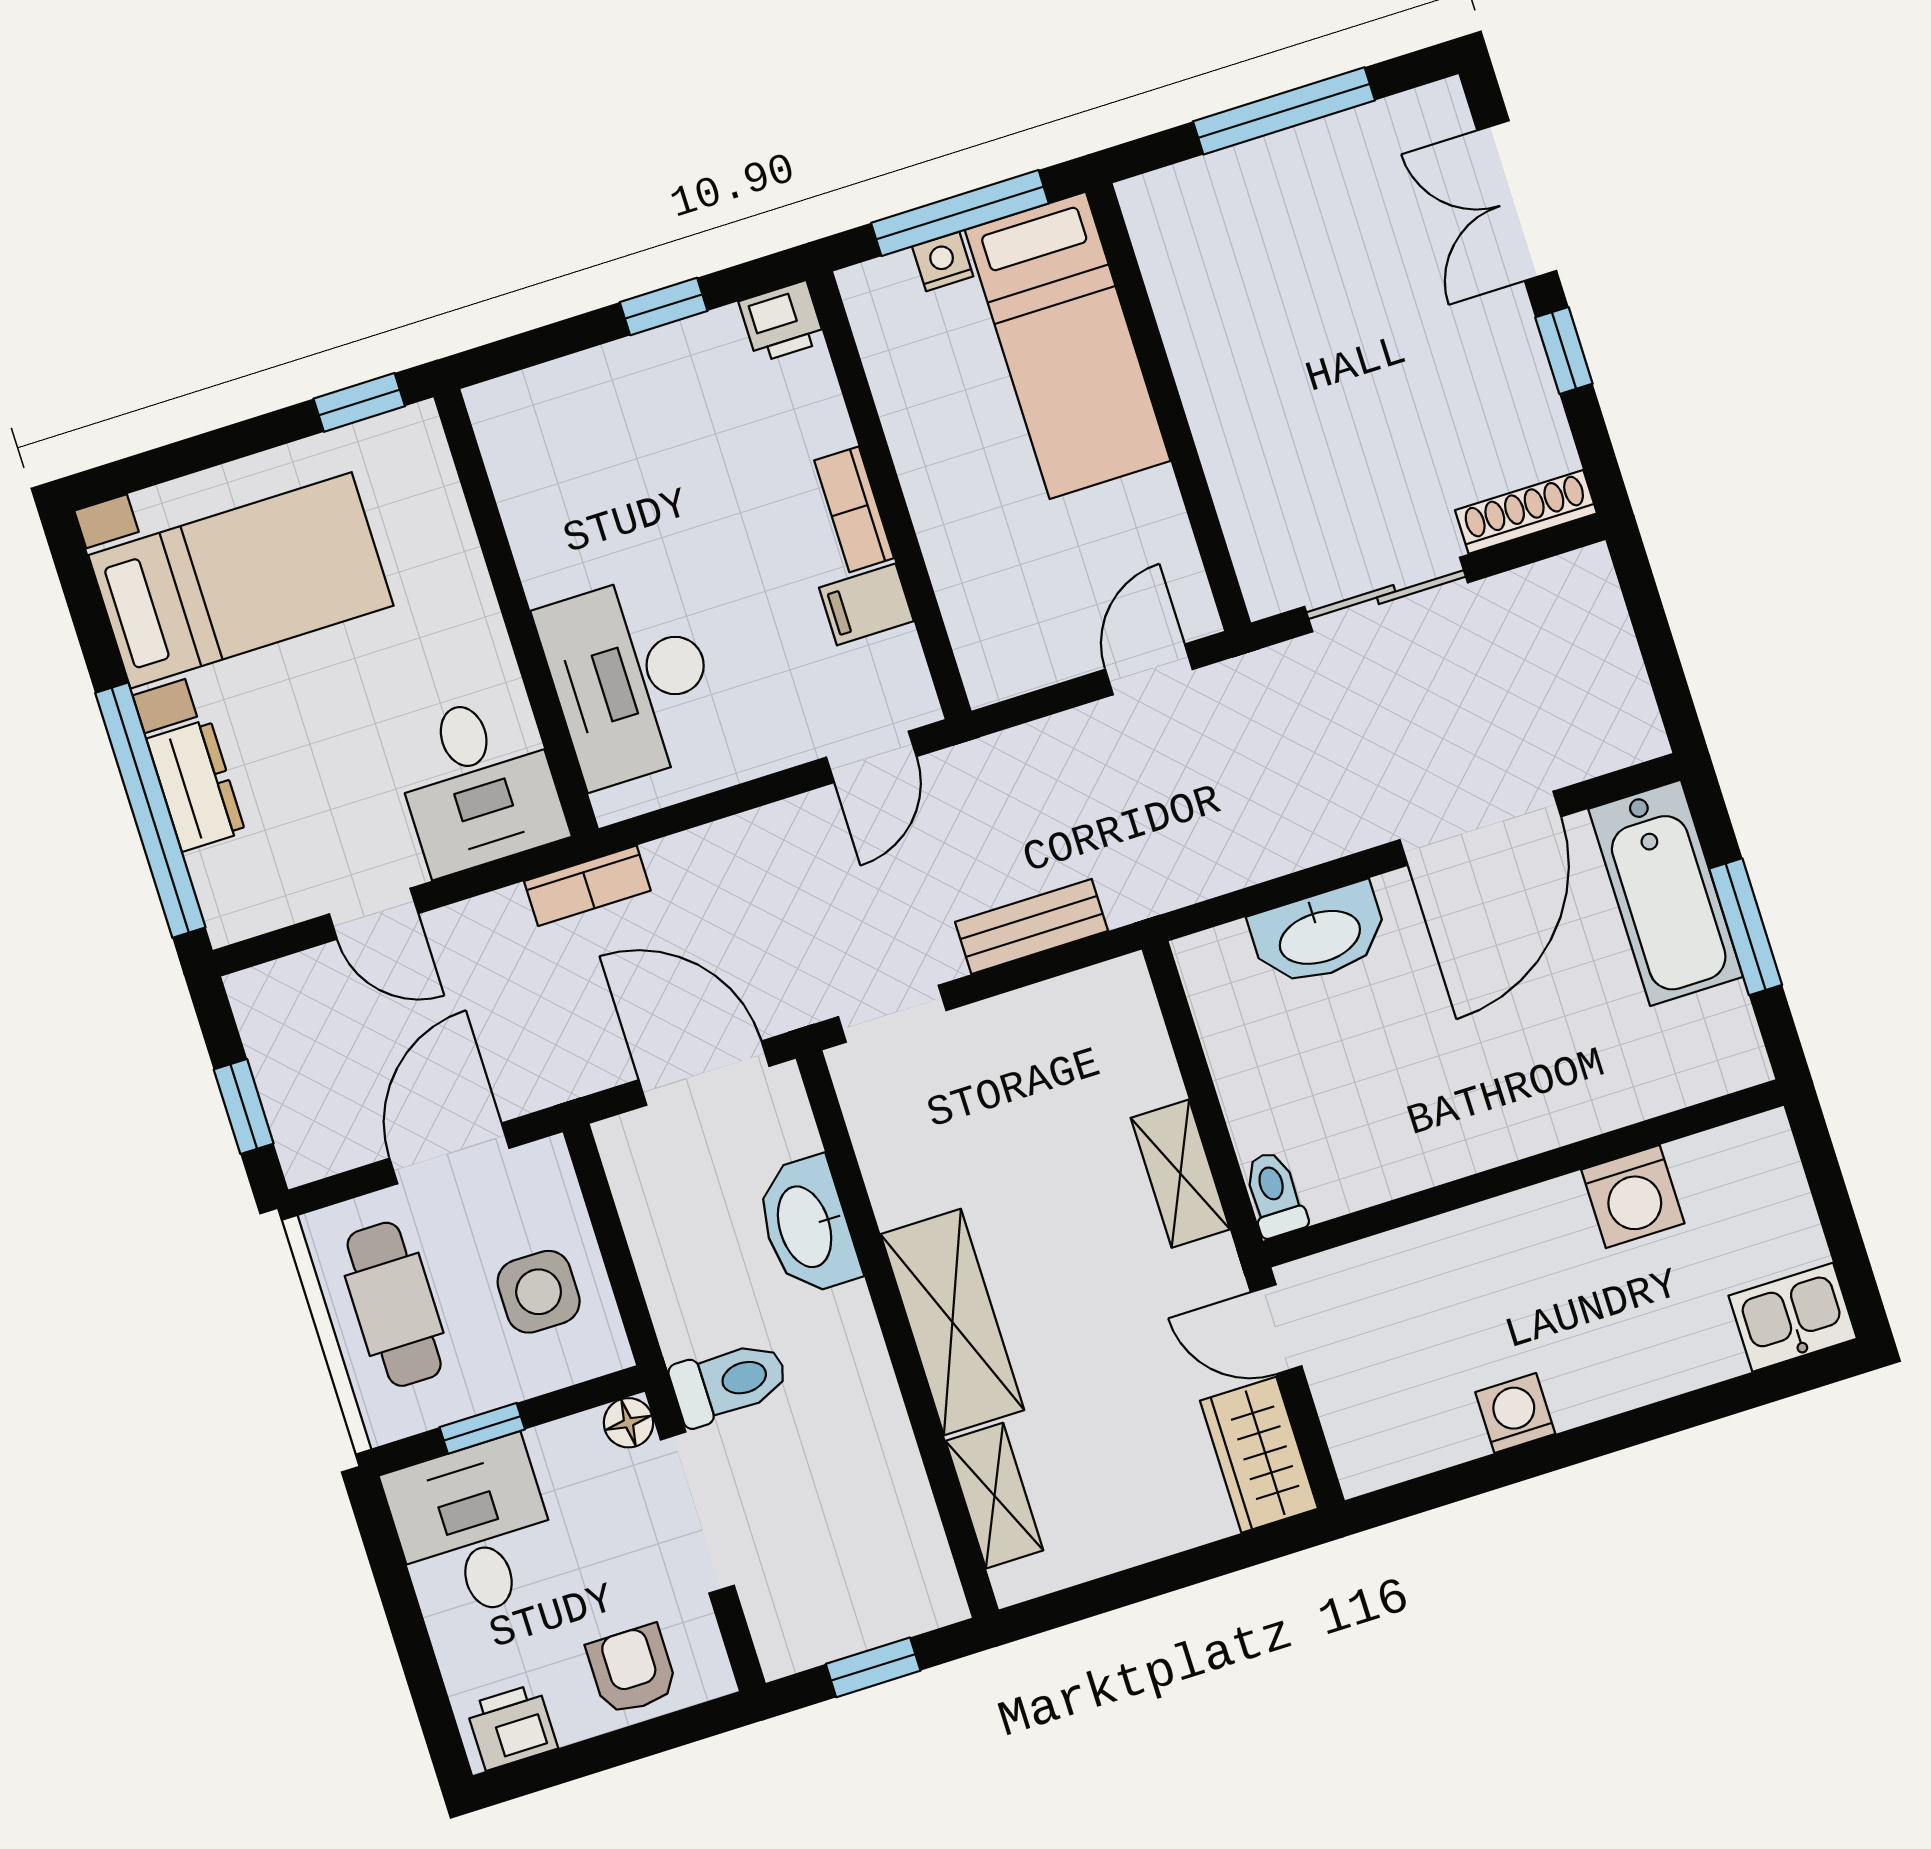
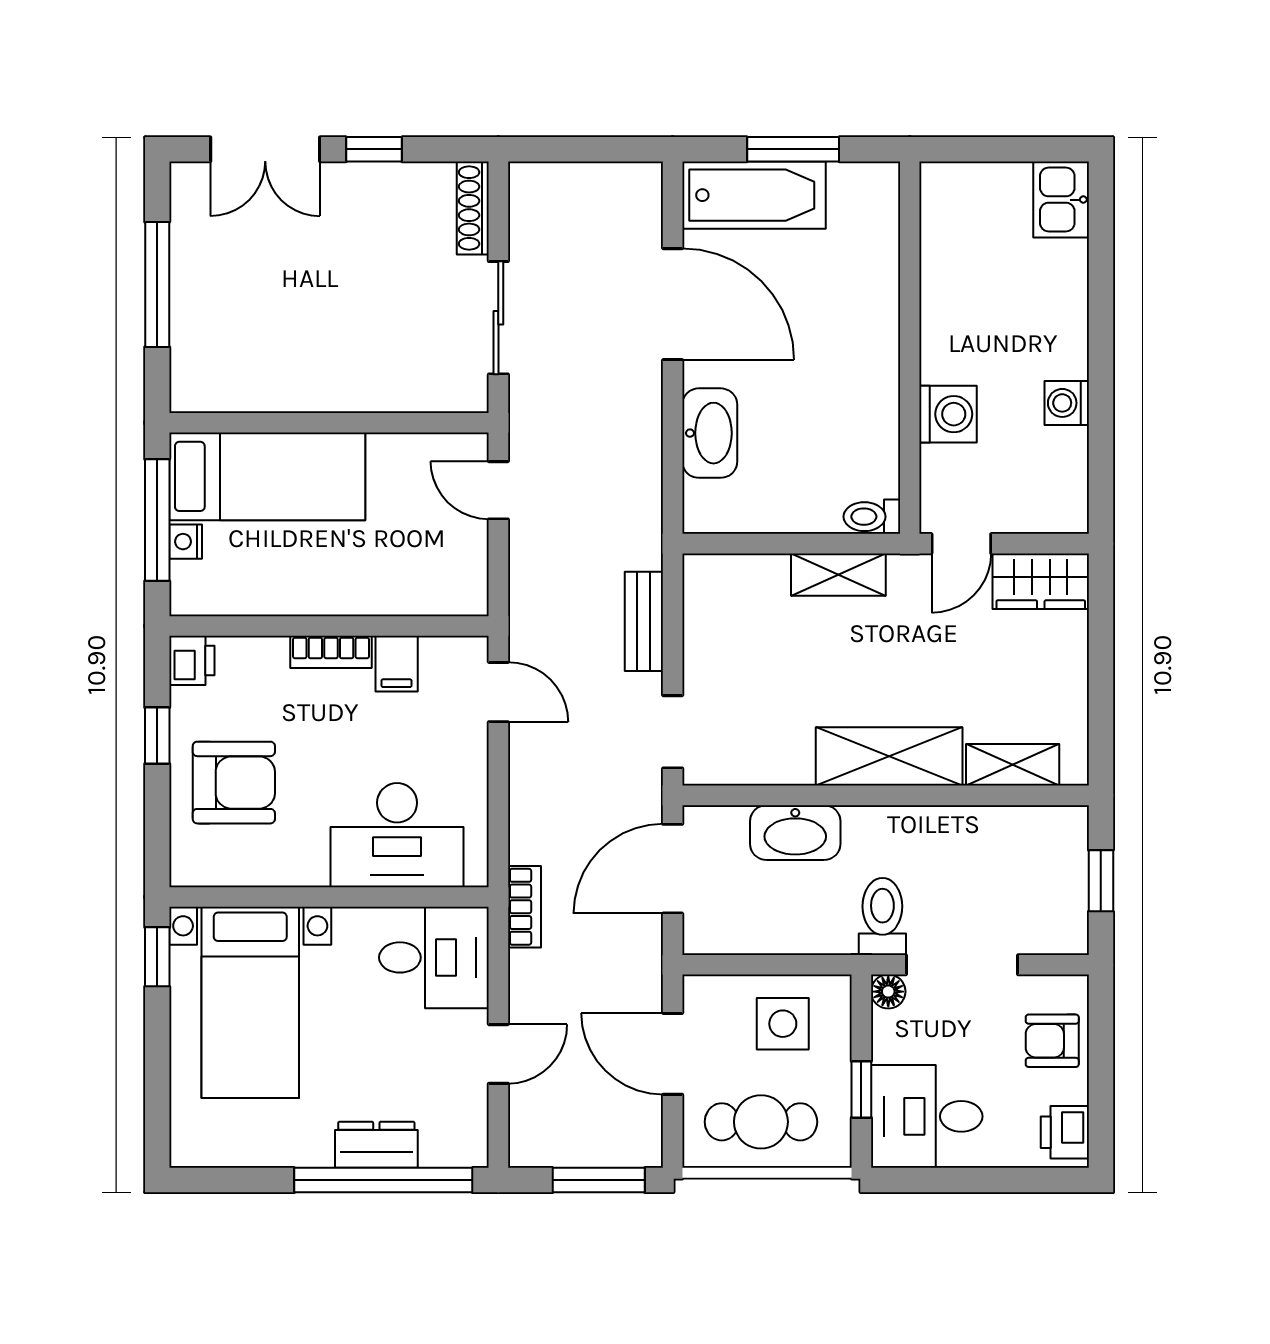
armchair: (632, 432) -> (234, 783), added
bed with nightstands: (241, 580) -> (250, 1002), moved, turned 180
window: (244, 1106) -> (599, 1180), width x1.50
washing machine: (1633, 1197) -> (948, 414), moved

